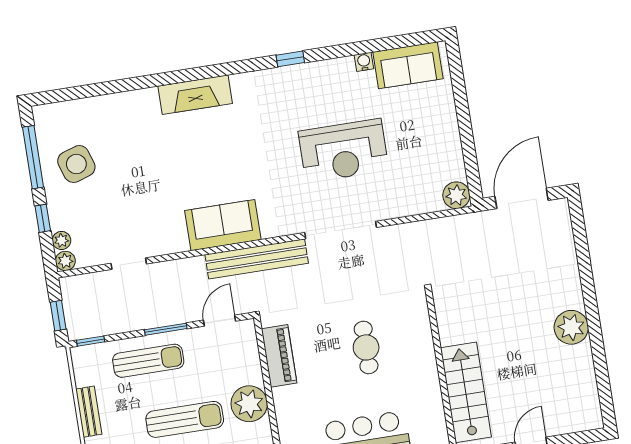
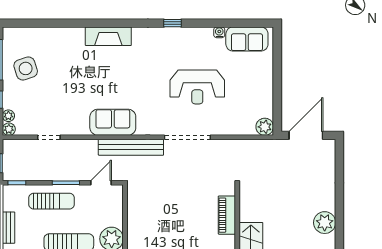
cafe table: (366, 347) -> (192, 215), removed
piano: (279, 356) -> (227, 215), moved, turned 180

